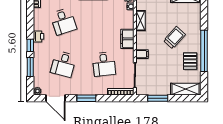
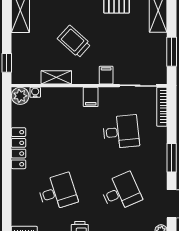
trolley: (174, 38) -> (74, 41), moved
filing cabinet: (127, 39) -> (91, 97), width x0.50
desk: (63, 64) -> (121, 192), turned -39

